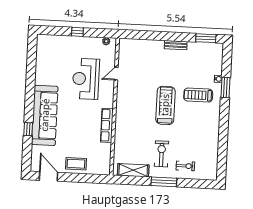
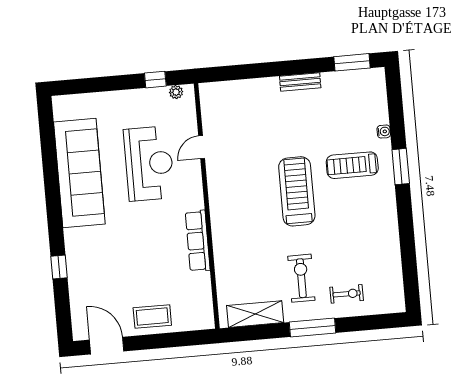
window: (77, 32) -> (155, 80), moved
reception desk: (86, 79) -> (149, 164), turned 180
window: (225, 87) -> (401, 167), moved
sofa: (45, 115) -> (79, 173), moved

